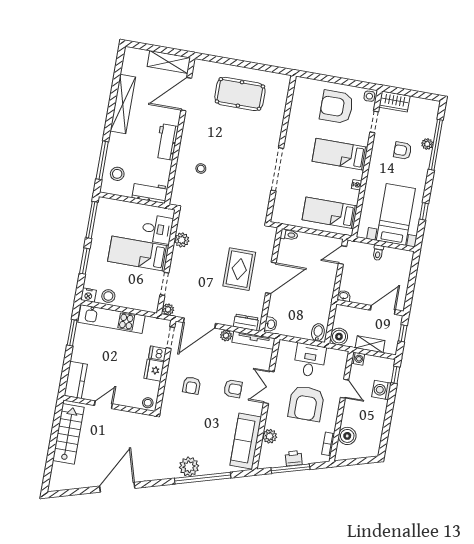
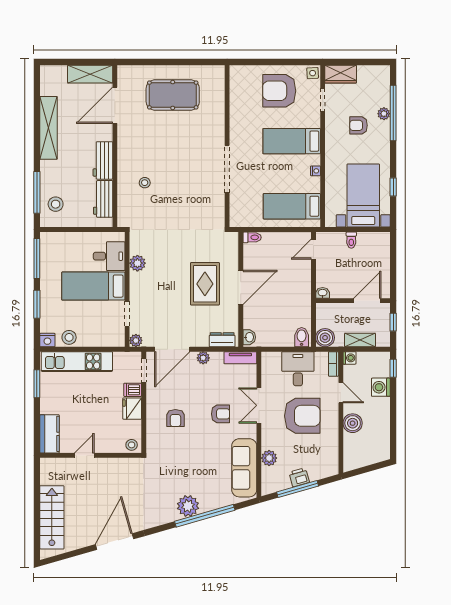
workbench: (150, 192) -> (103, 199), moved, turned -90
tv unit: (254, 340) -> (240, 358), width x0.71
armchair: (306, 403) -> (302, 416), turned -90
stairs: (68, 434) -> (52, 517), moved
boiler: (347, 436) -> (353, 423), moved
bookcase: (328, 444) -> (334, 364), moved

